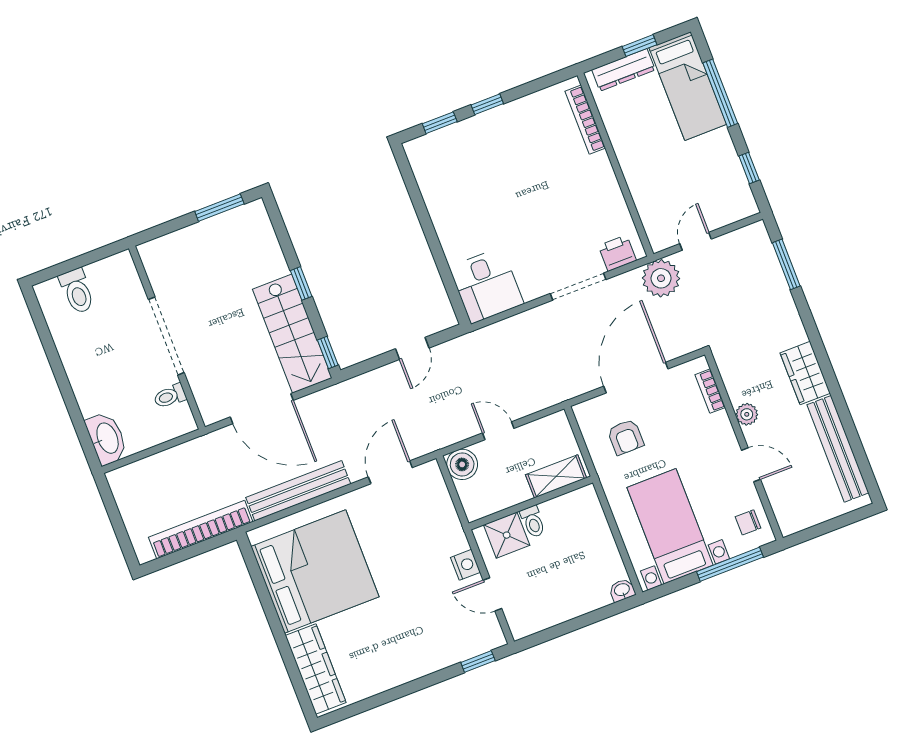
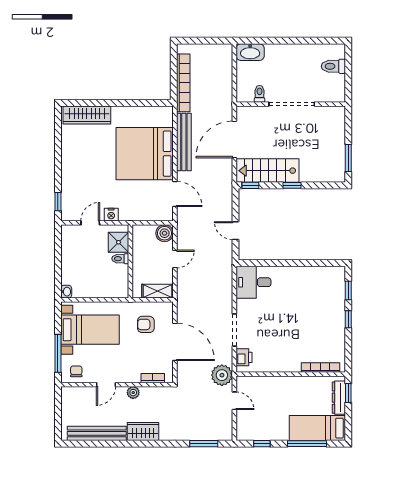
window: (639, 46) -> (348, 393), moved
shelving: (556, 476) -> (157, 291), moved, turned 90
bed: (315, 572) -> (145, 154), moved, turned 90

